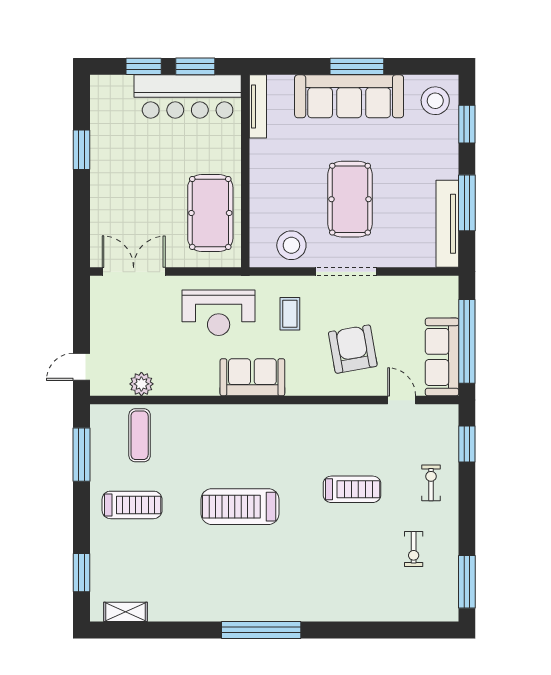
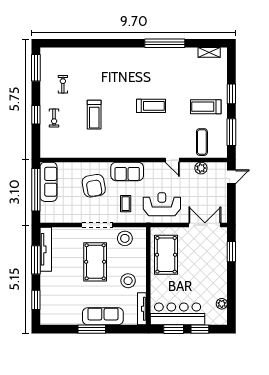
sofa: (349, 96) -> (103, 316), width x0.74, depth x0.79
stool: (435, 101) -> (128, 281), moved
plant: (100, 116) -> (222, 304), added
window: (81, 150) -> (231, 252), moved
double door: (134, 272) -> (205, 225), swing flipped
sofa: (252, 377) -> (127, 171), moved
door: (402, 400) -> (172, 160), moved
window: (467, 444) -> (36, 115), moved
treadmill: (352, 489) -> (94, 115), turned -90
treadmill: (240, 507) -> (151, 106), width x0.73, depth x0.73
window: (81, 573) -> (231, 94), moved
window: (261, 630) -> (165, 43), moved

